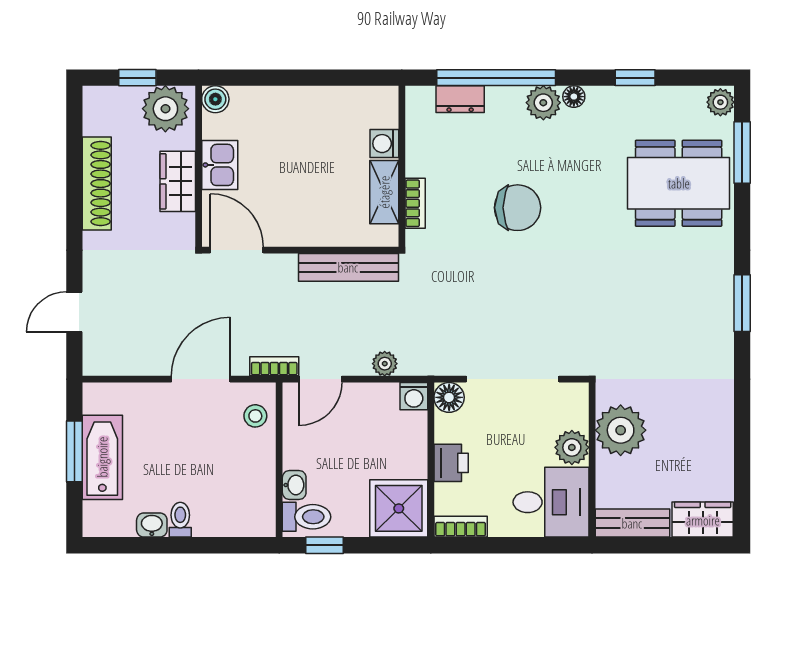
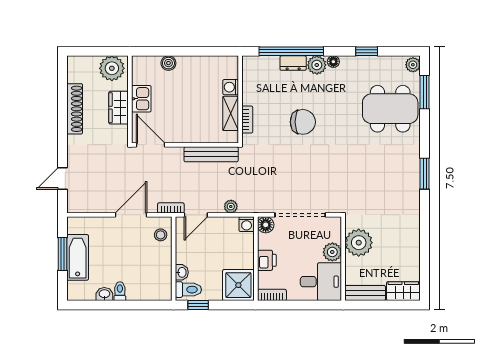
window: (137, 78) -> (97, 51), removed
boiler: (215, 99) -> (168, 63), moved
dresser: (460, 99) -> (293, 63), moved

